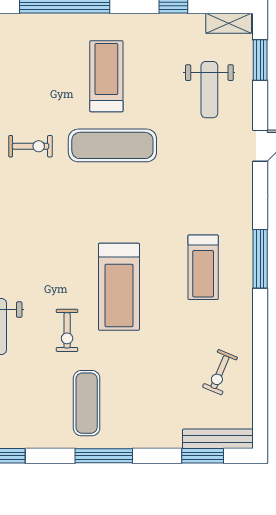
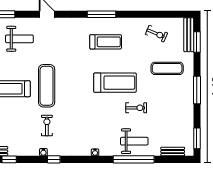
exercise mat: (87, 403) -> (167, 68), moved

